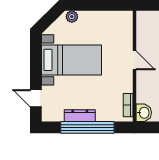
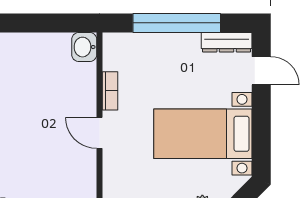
bookcase: (128, 105) -> (110, 91), moved
dresser: (80, 116) -> (227, 42), moved

